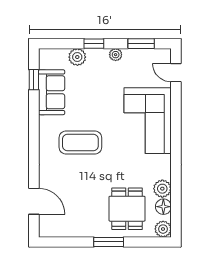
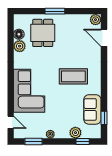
window: (94, 44) -> (83, 141), moved
plant: (163, 229) -> (96, 20), moved

